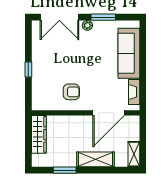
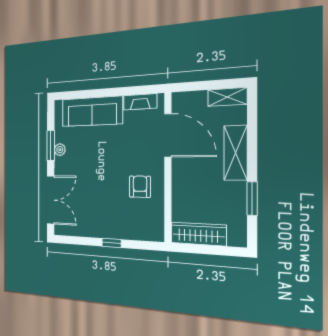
plant: (87, 25) -> (60, 150), moved

